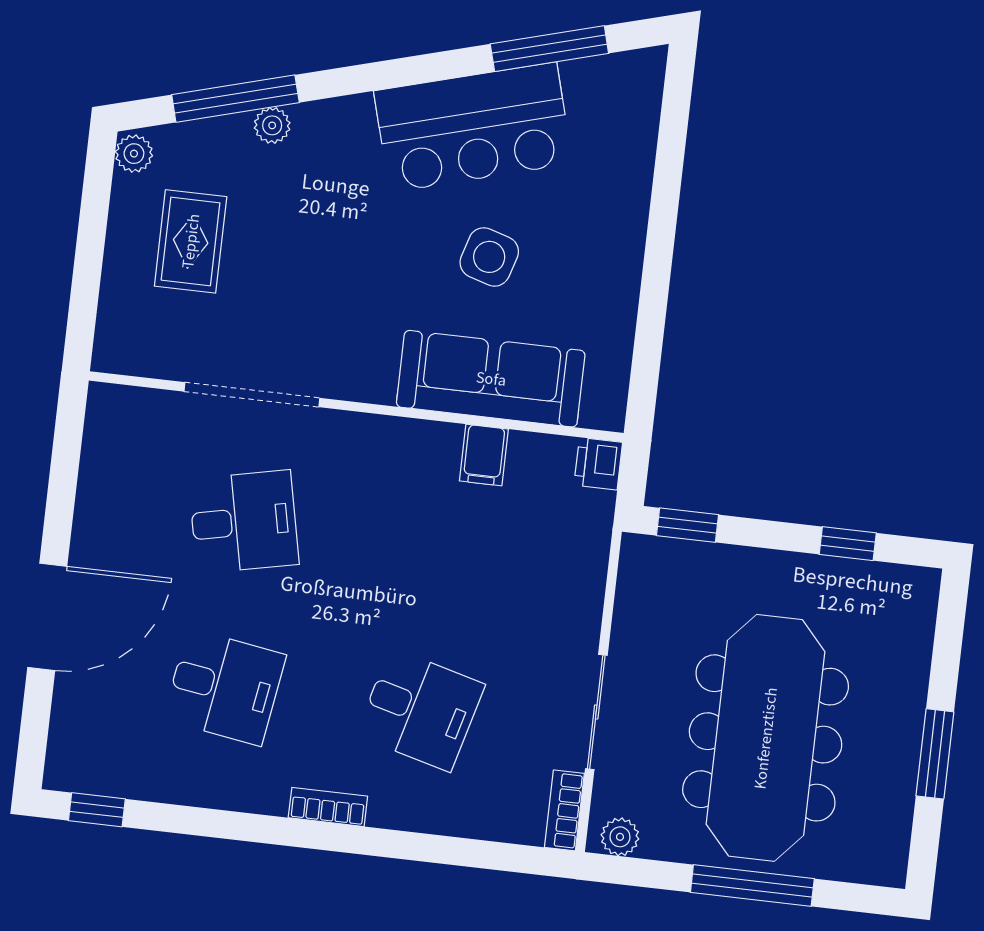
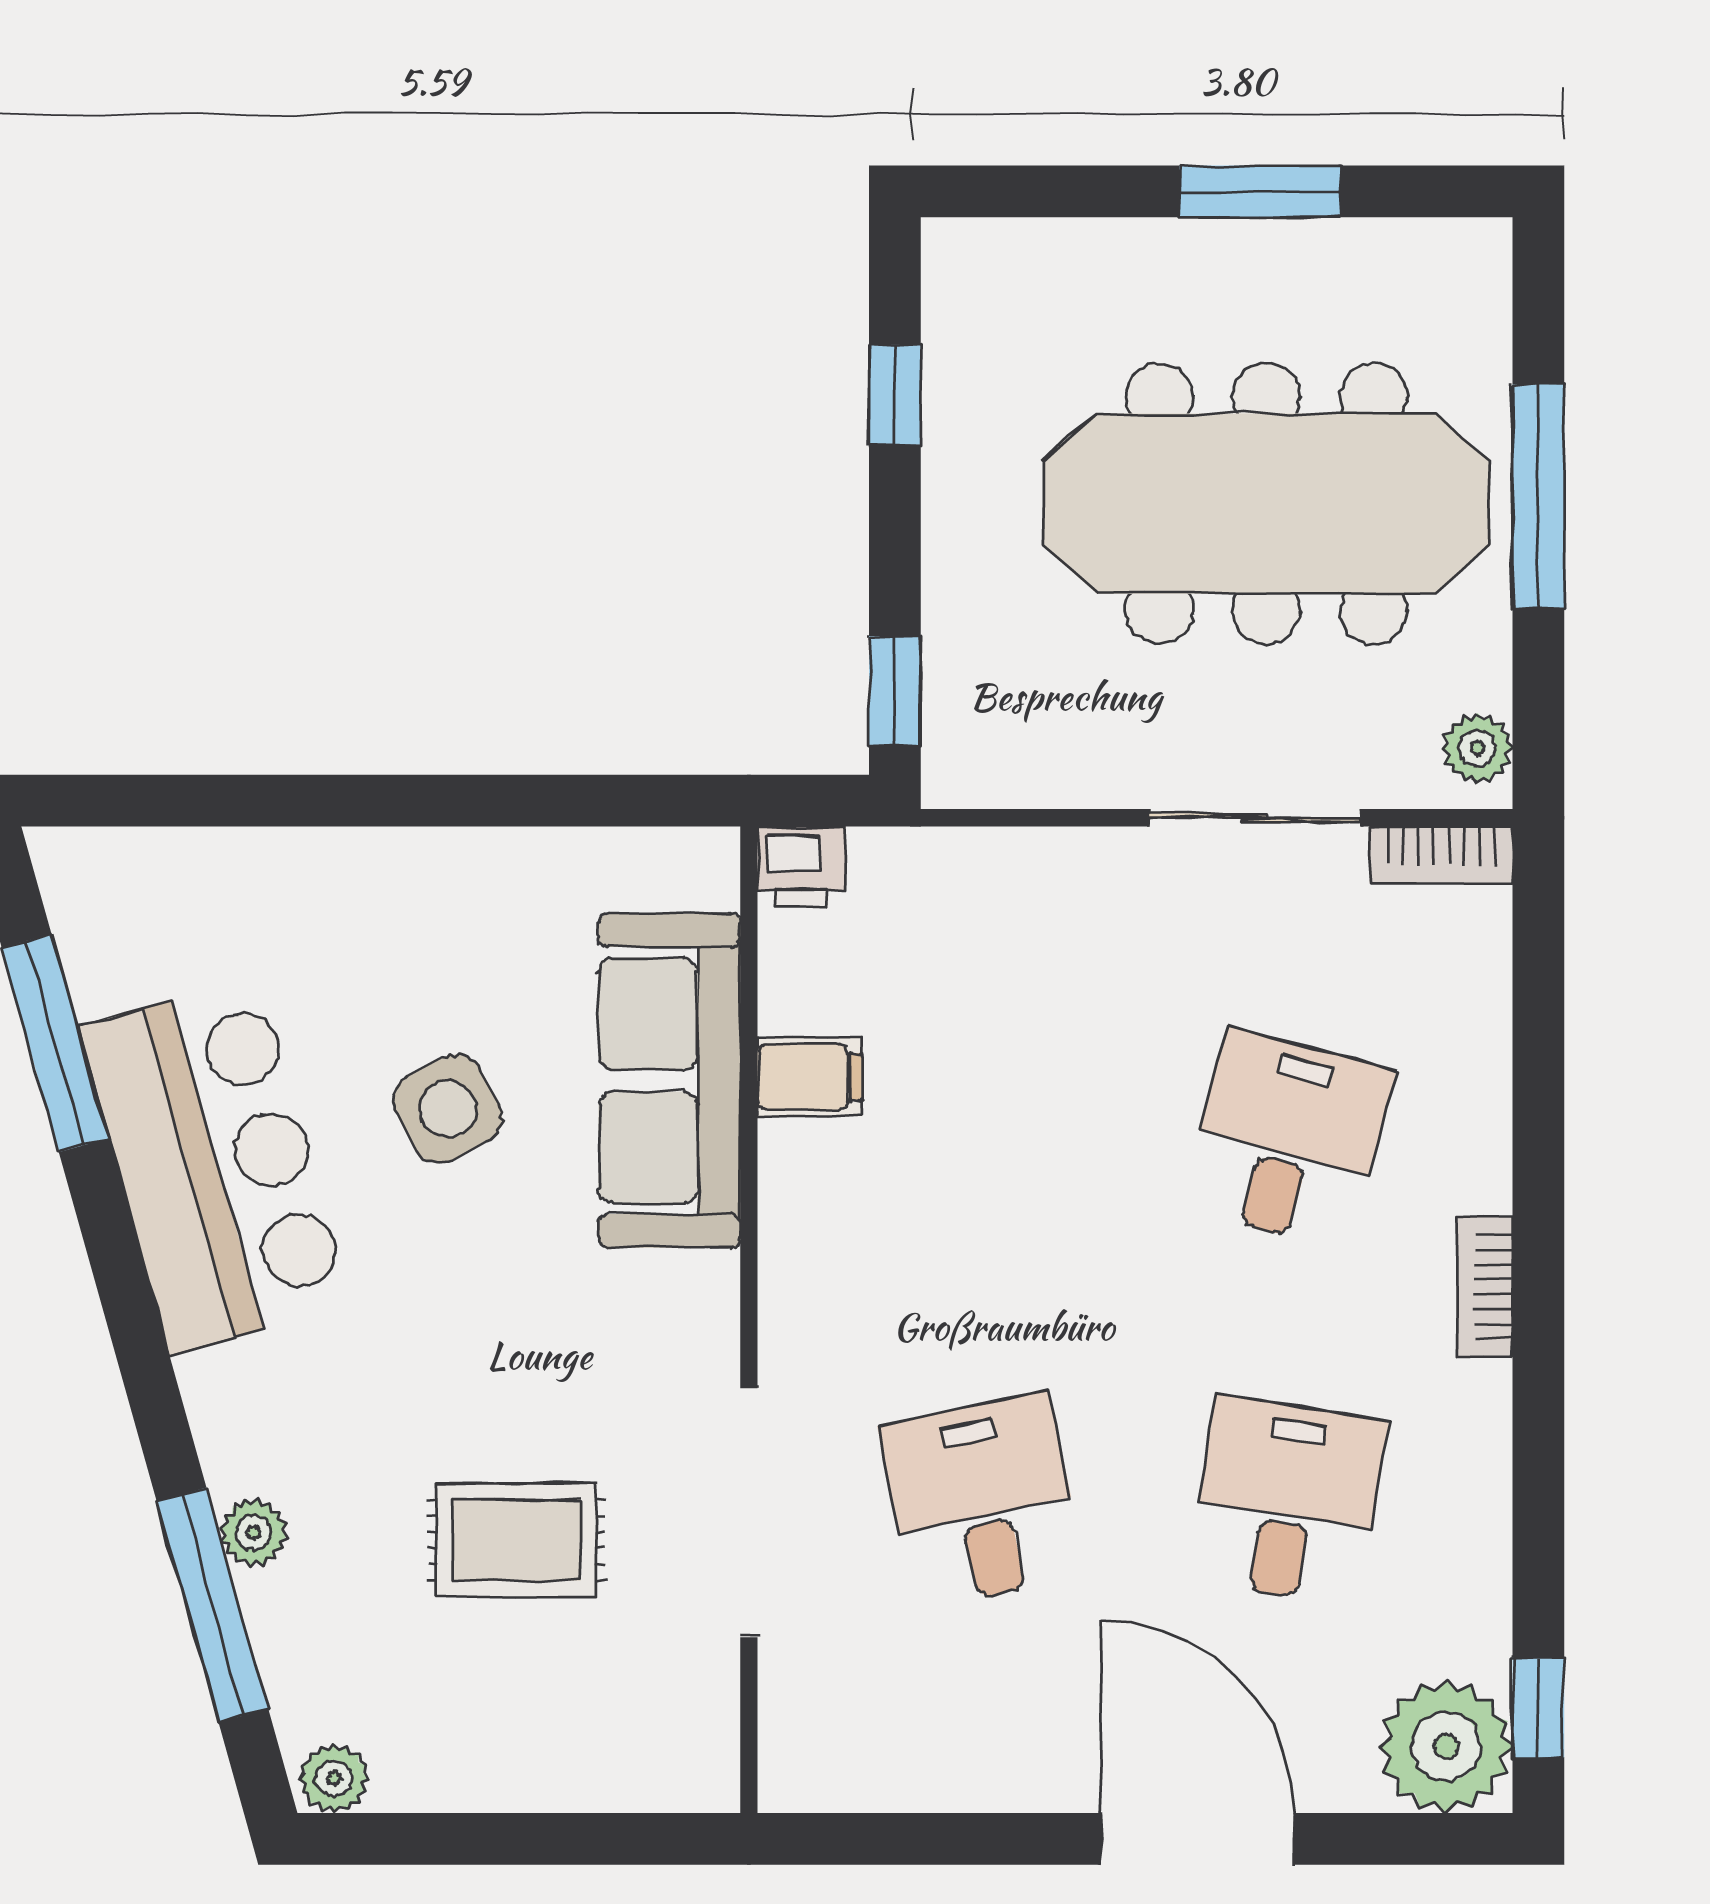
rug: (191, 241) -> (516, 1540), moved
side table: (489, 257) -> (448, 1109), turned 45
plant: (82, 757) -> (1446, 1747), added

